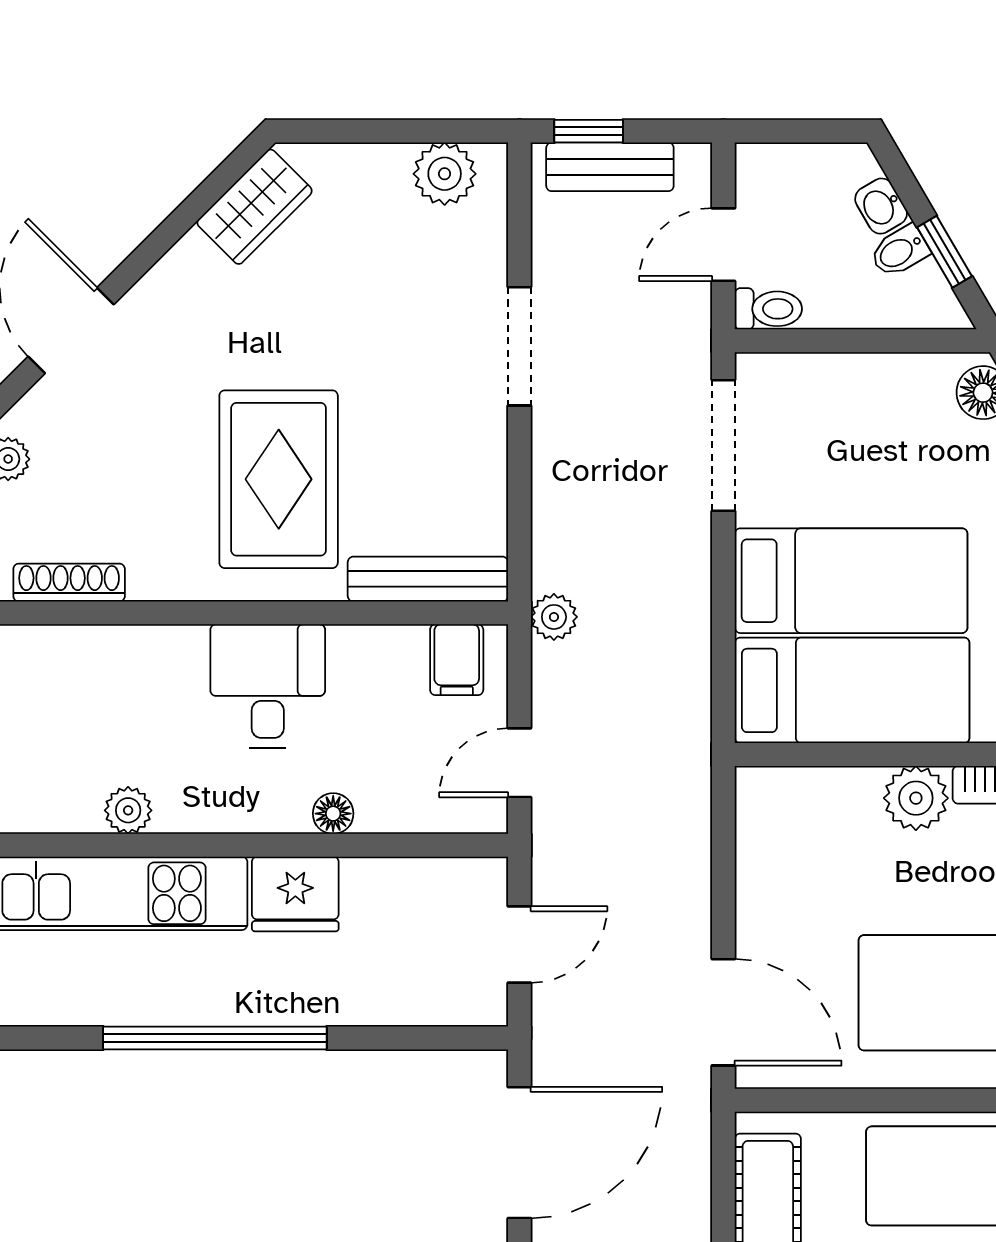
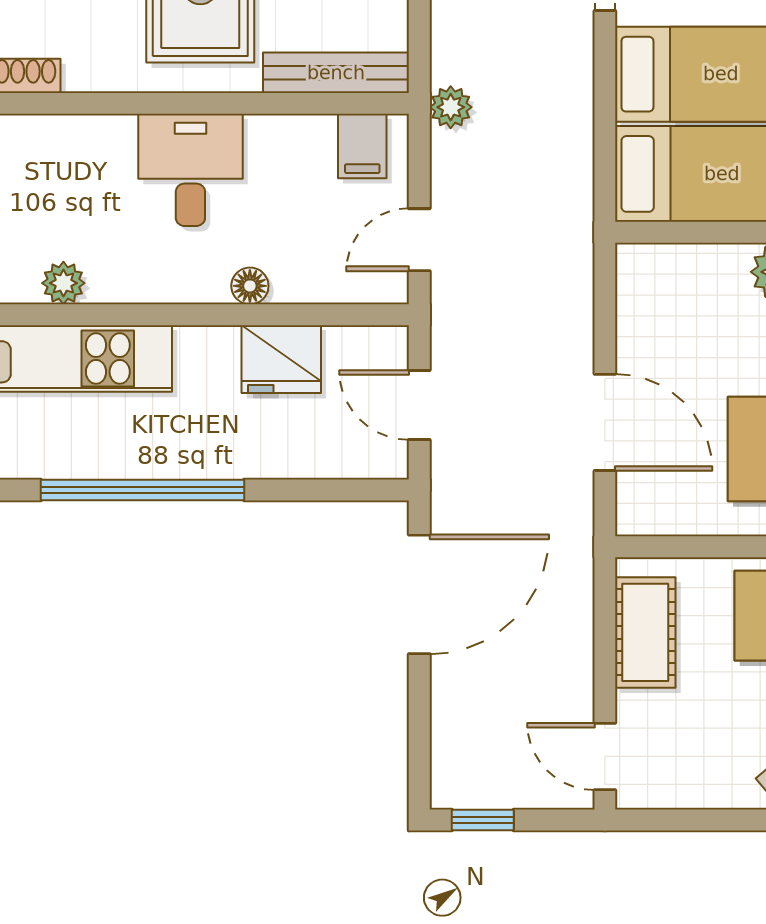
fridge: (295, 894) -> (281, 359), moved
door: (519, 944) -> (419, 405), swing flipped
door: (723, 1012) -> (605, 422), moved

